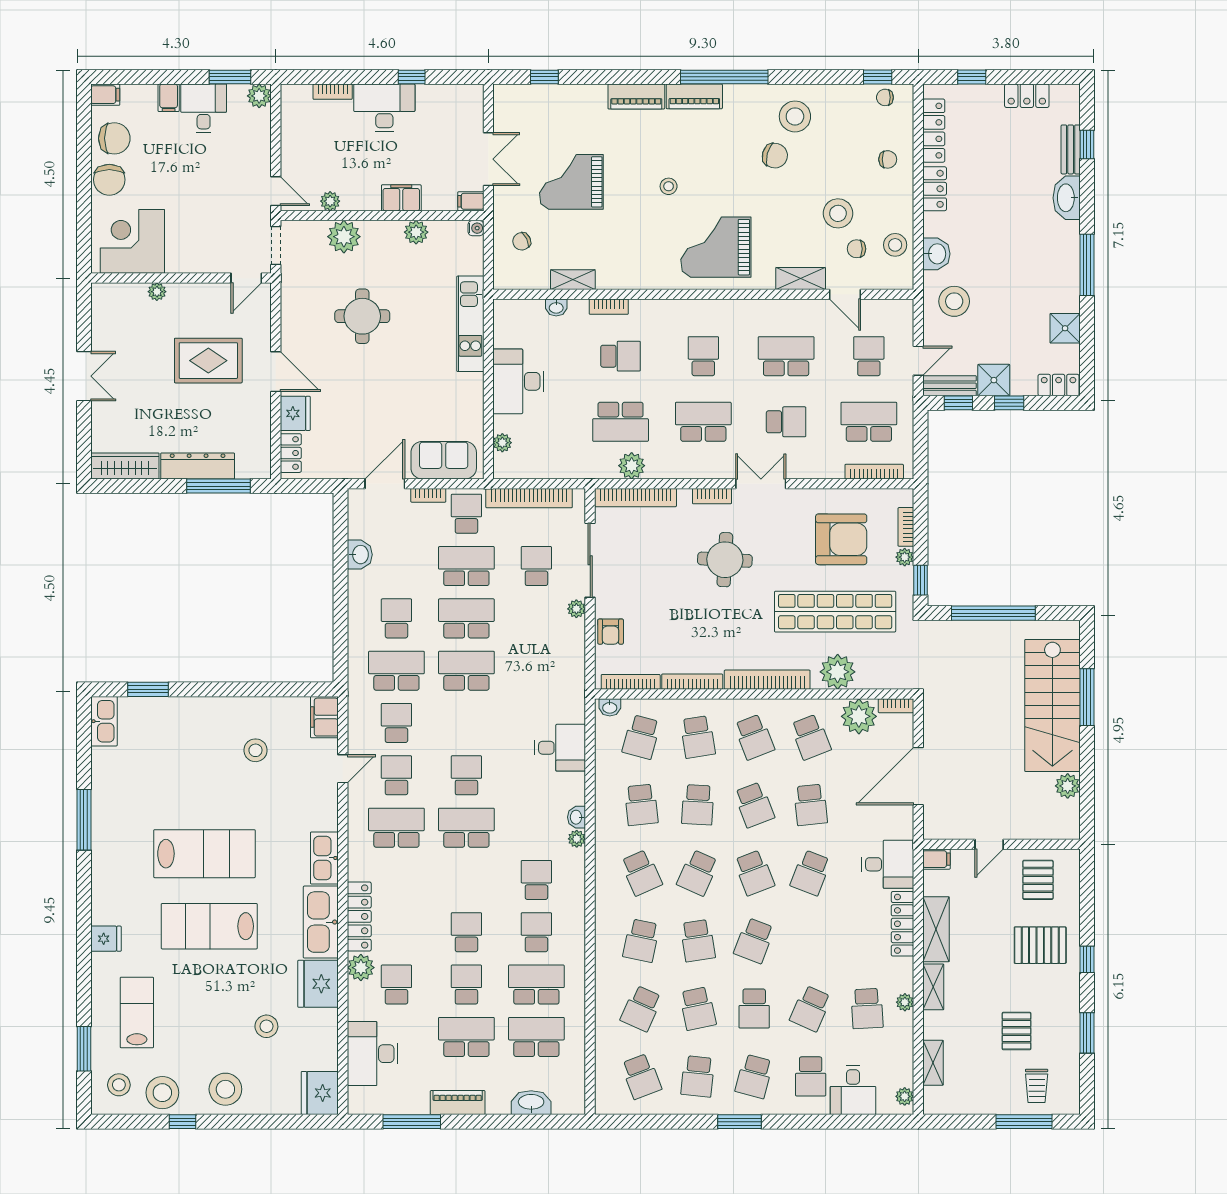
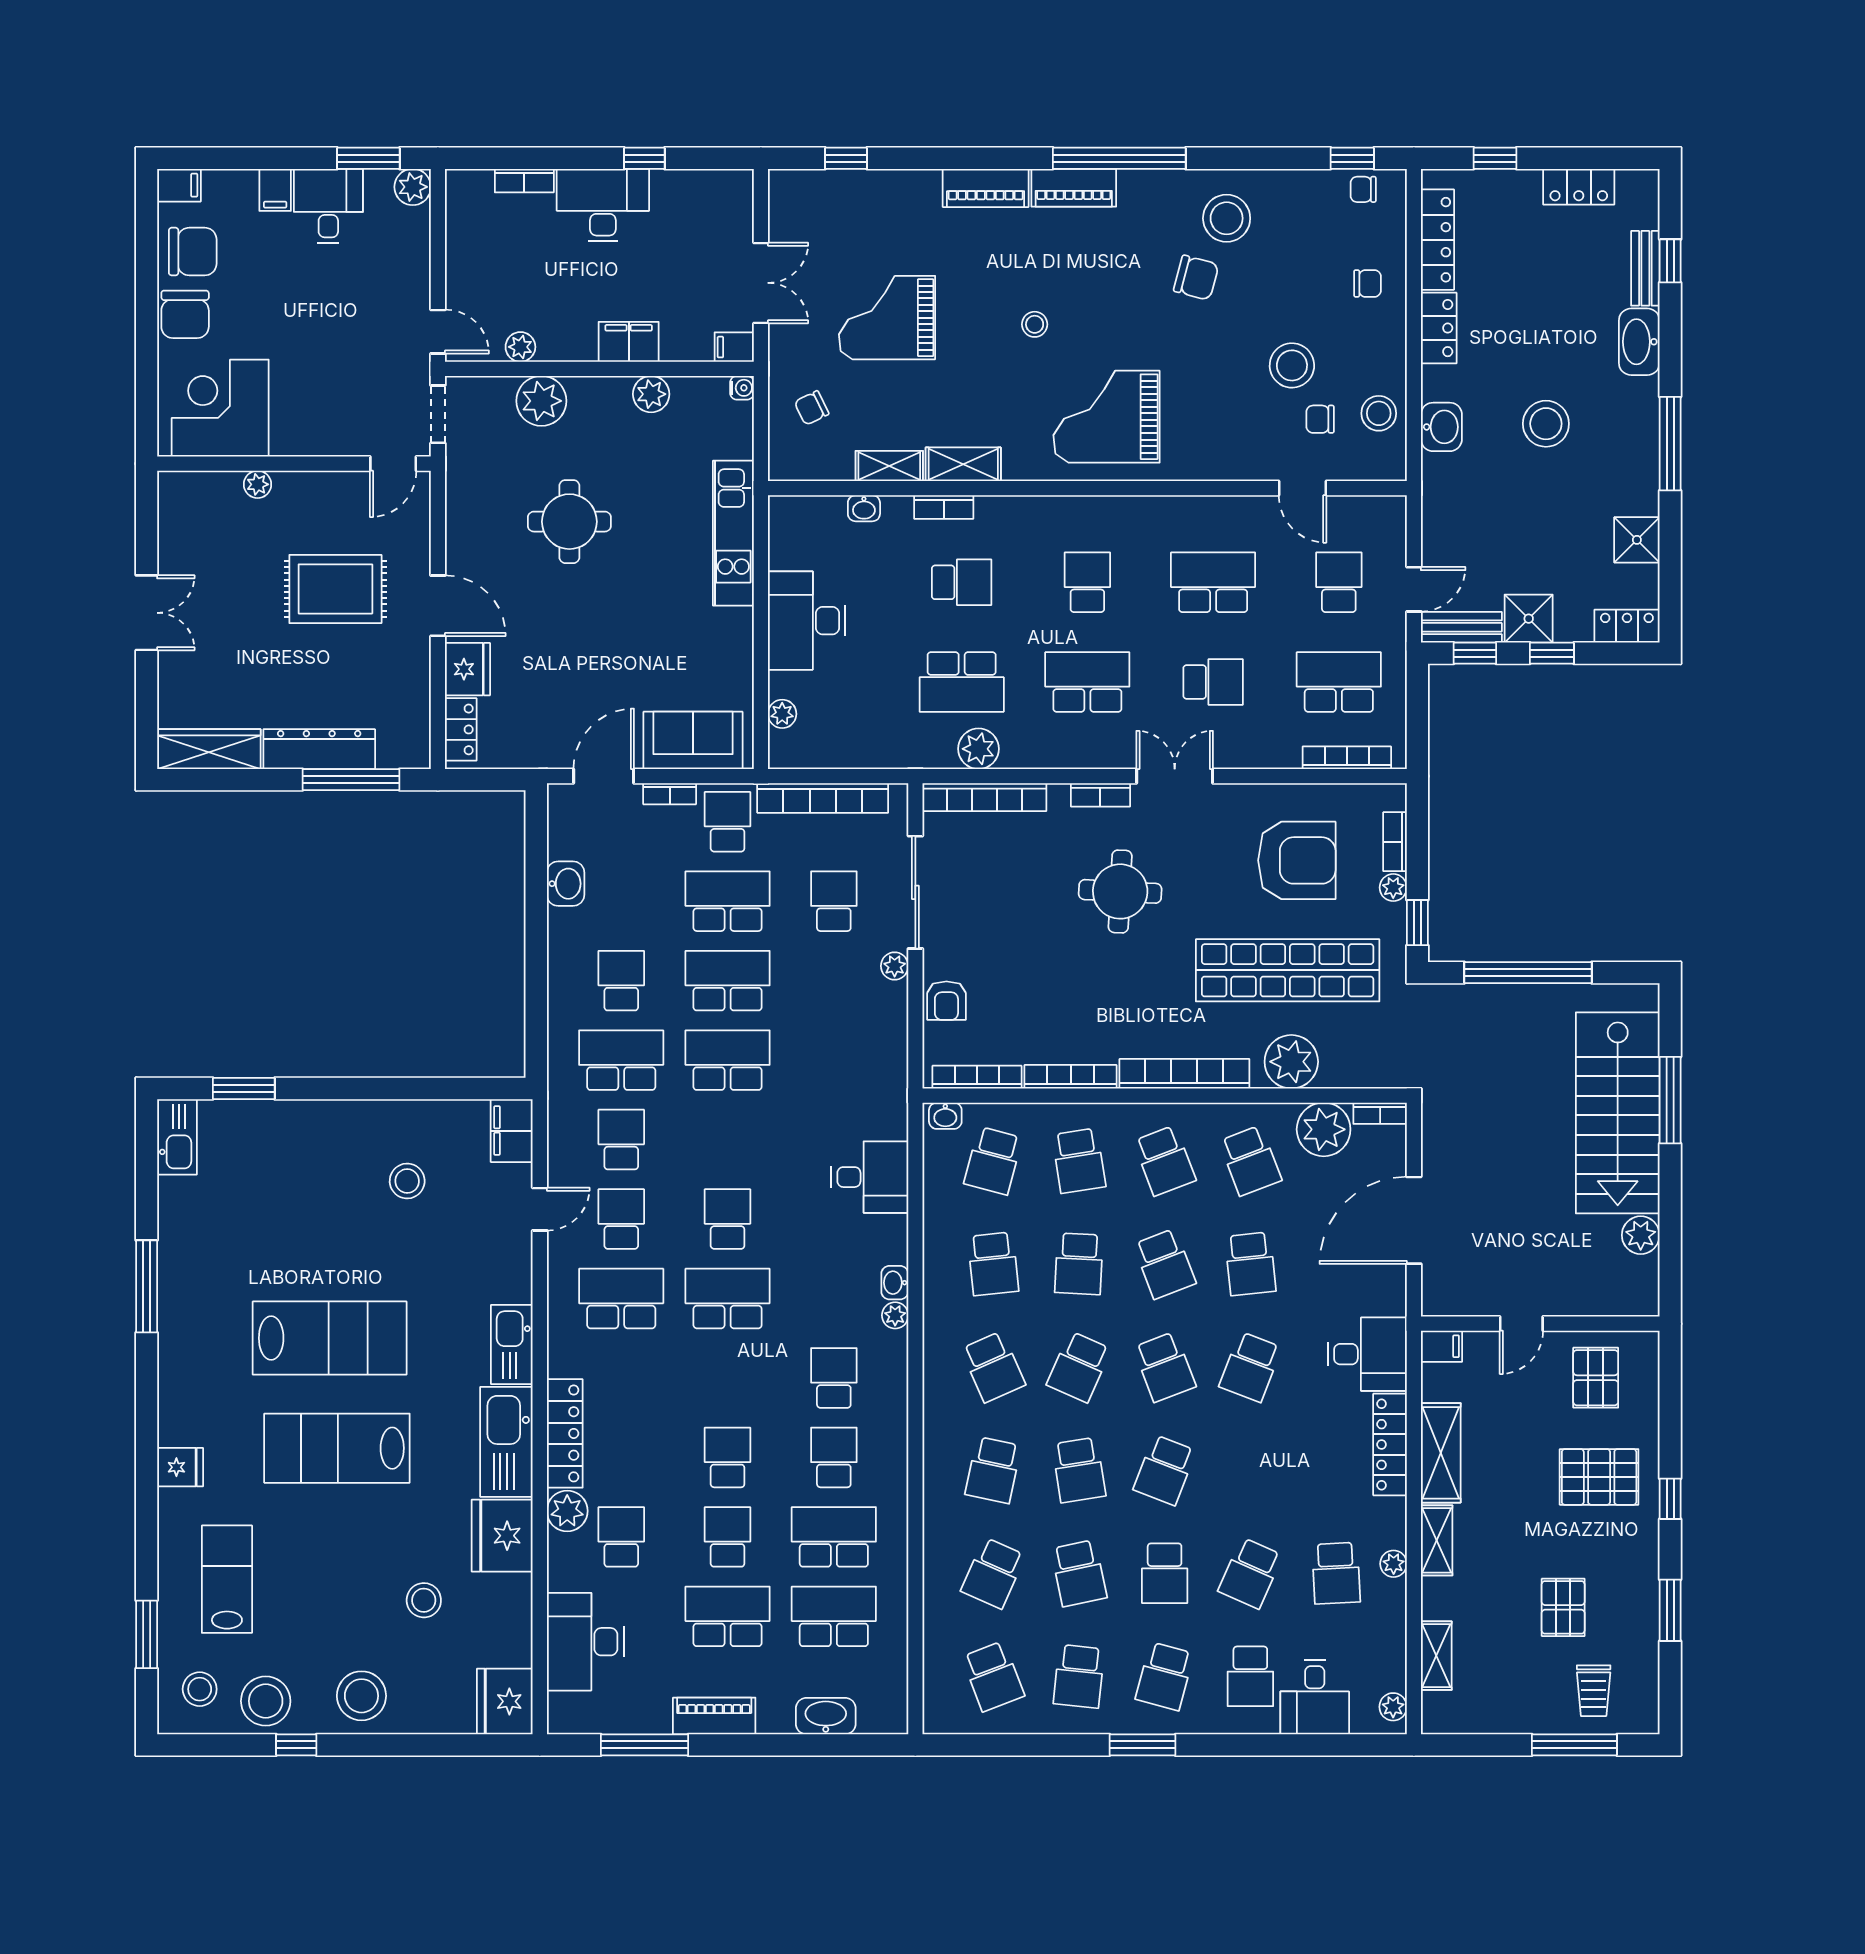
shelving: (801, 278) -> (963, 464), moved
stool: (954, 301) -> (1546, 424), moved

